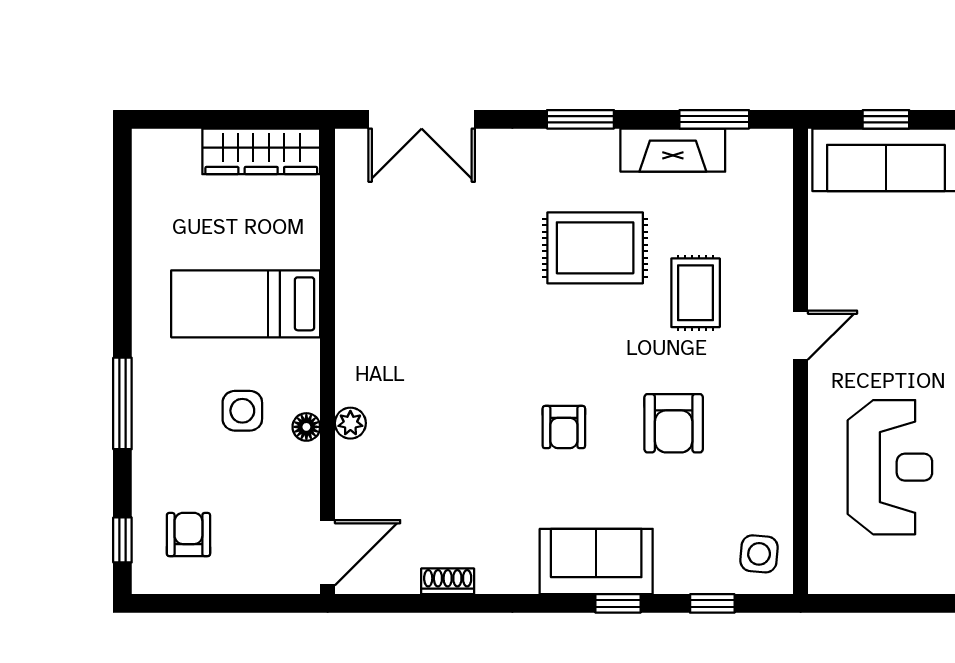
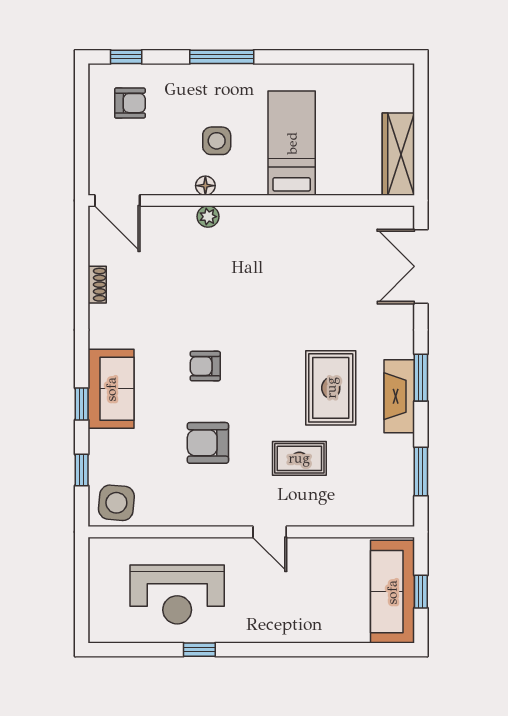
fireplace: (673, 150) -> (399, 396), moved
side table: (759, 554) -> (116, 503), width x1.37, depth x1.37

